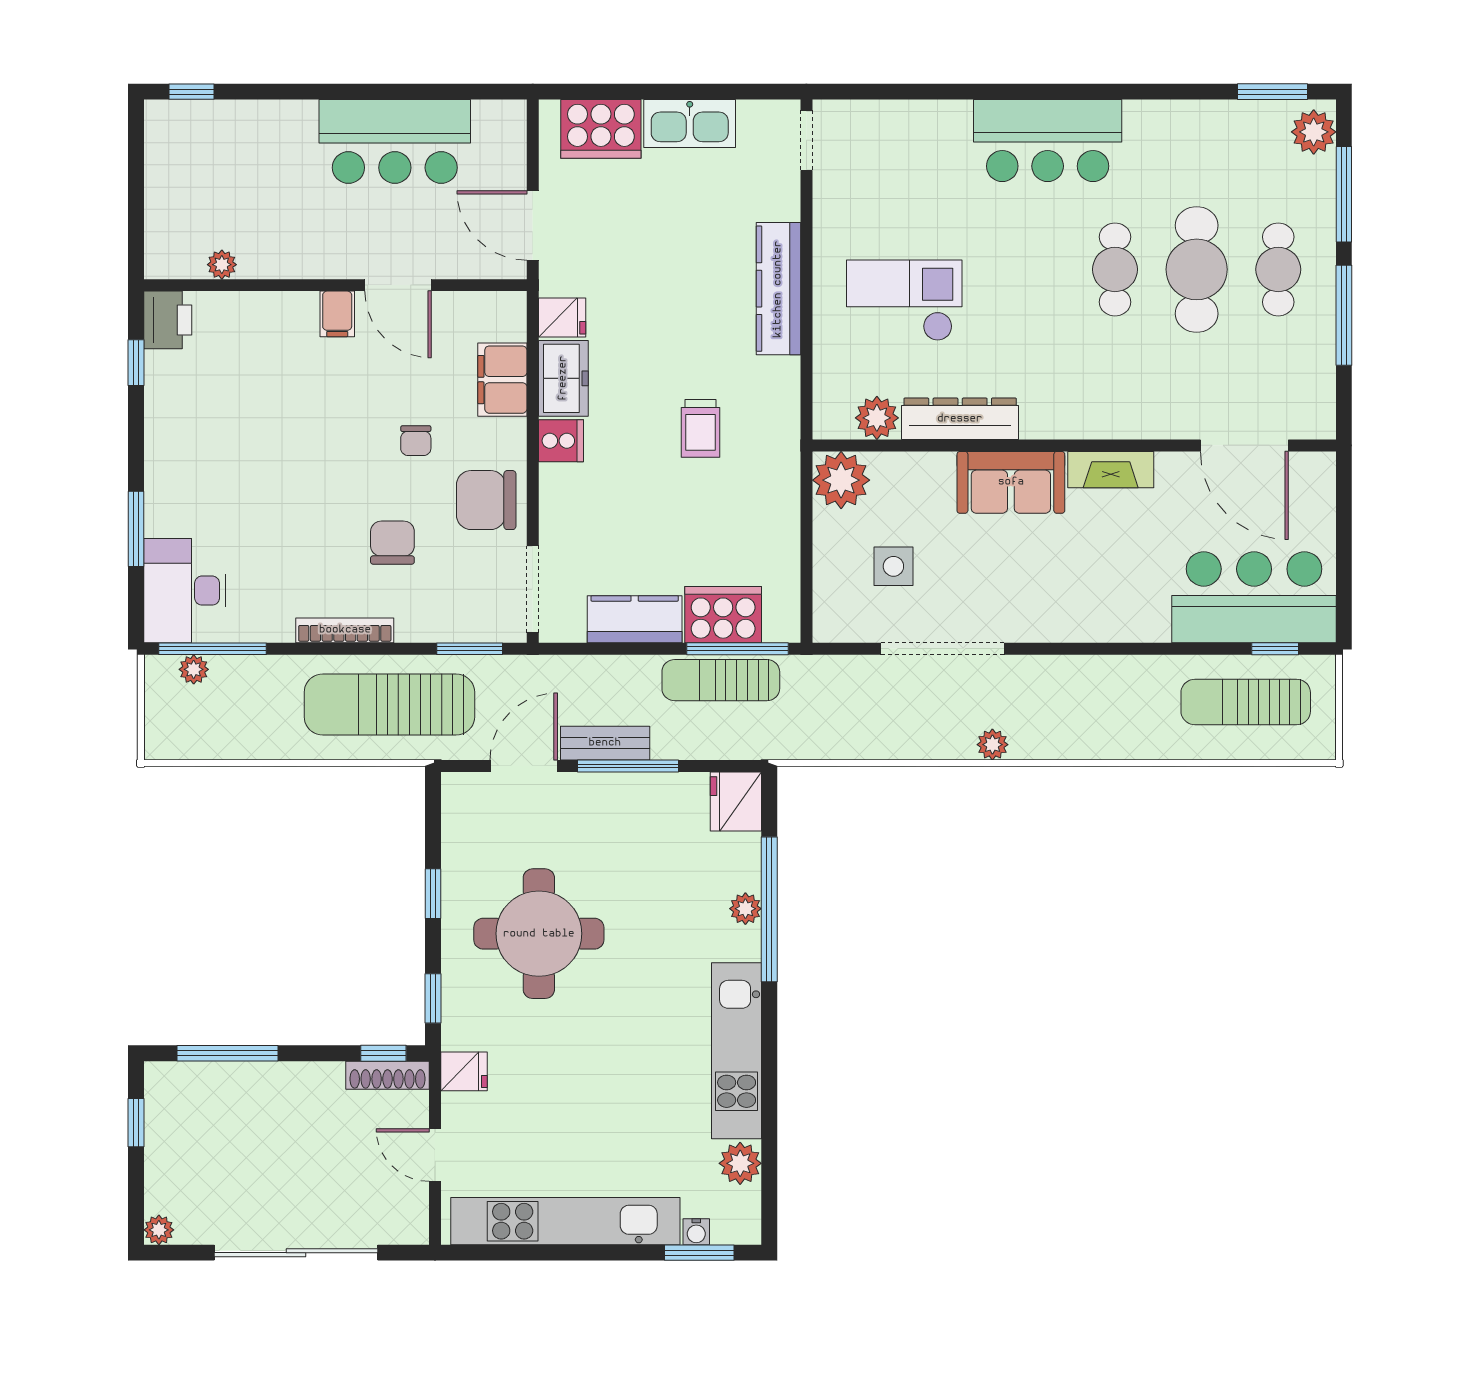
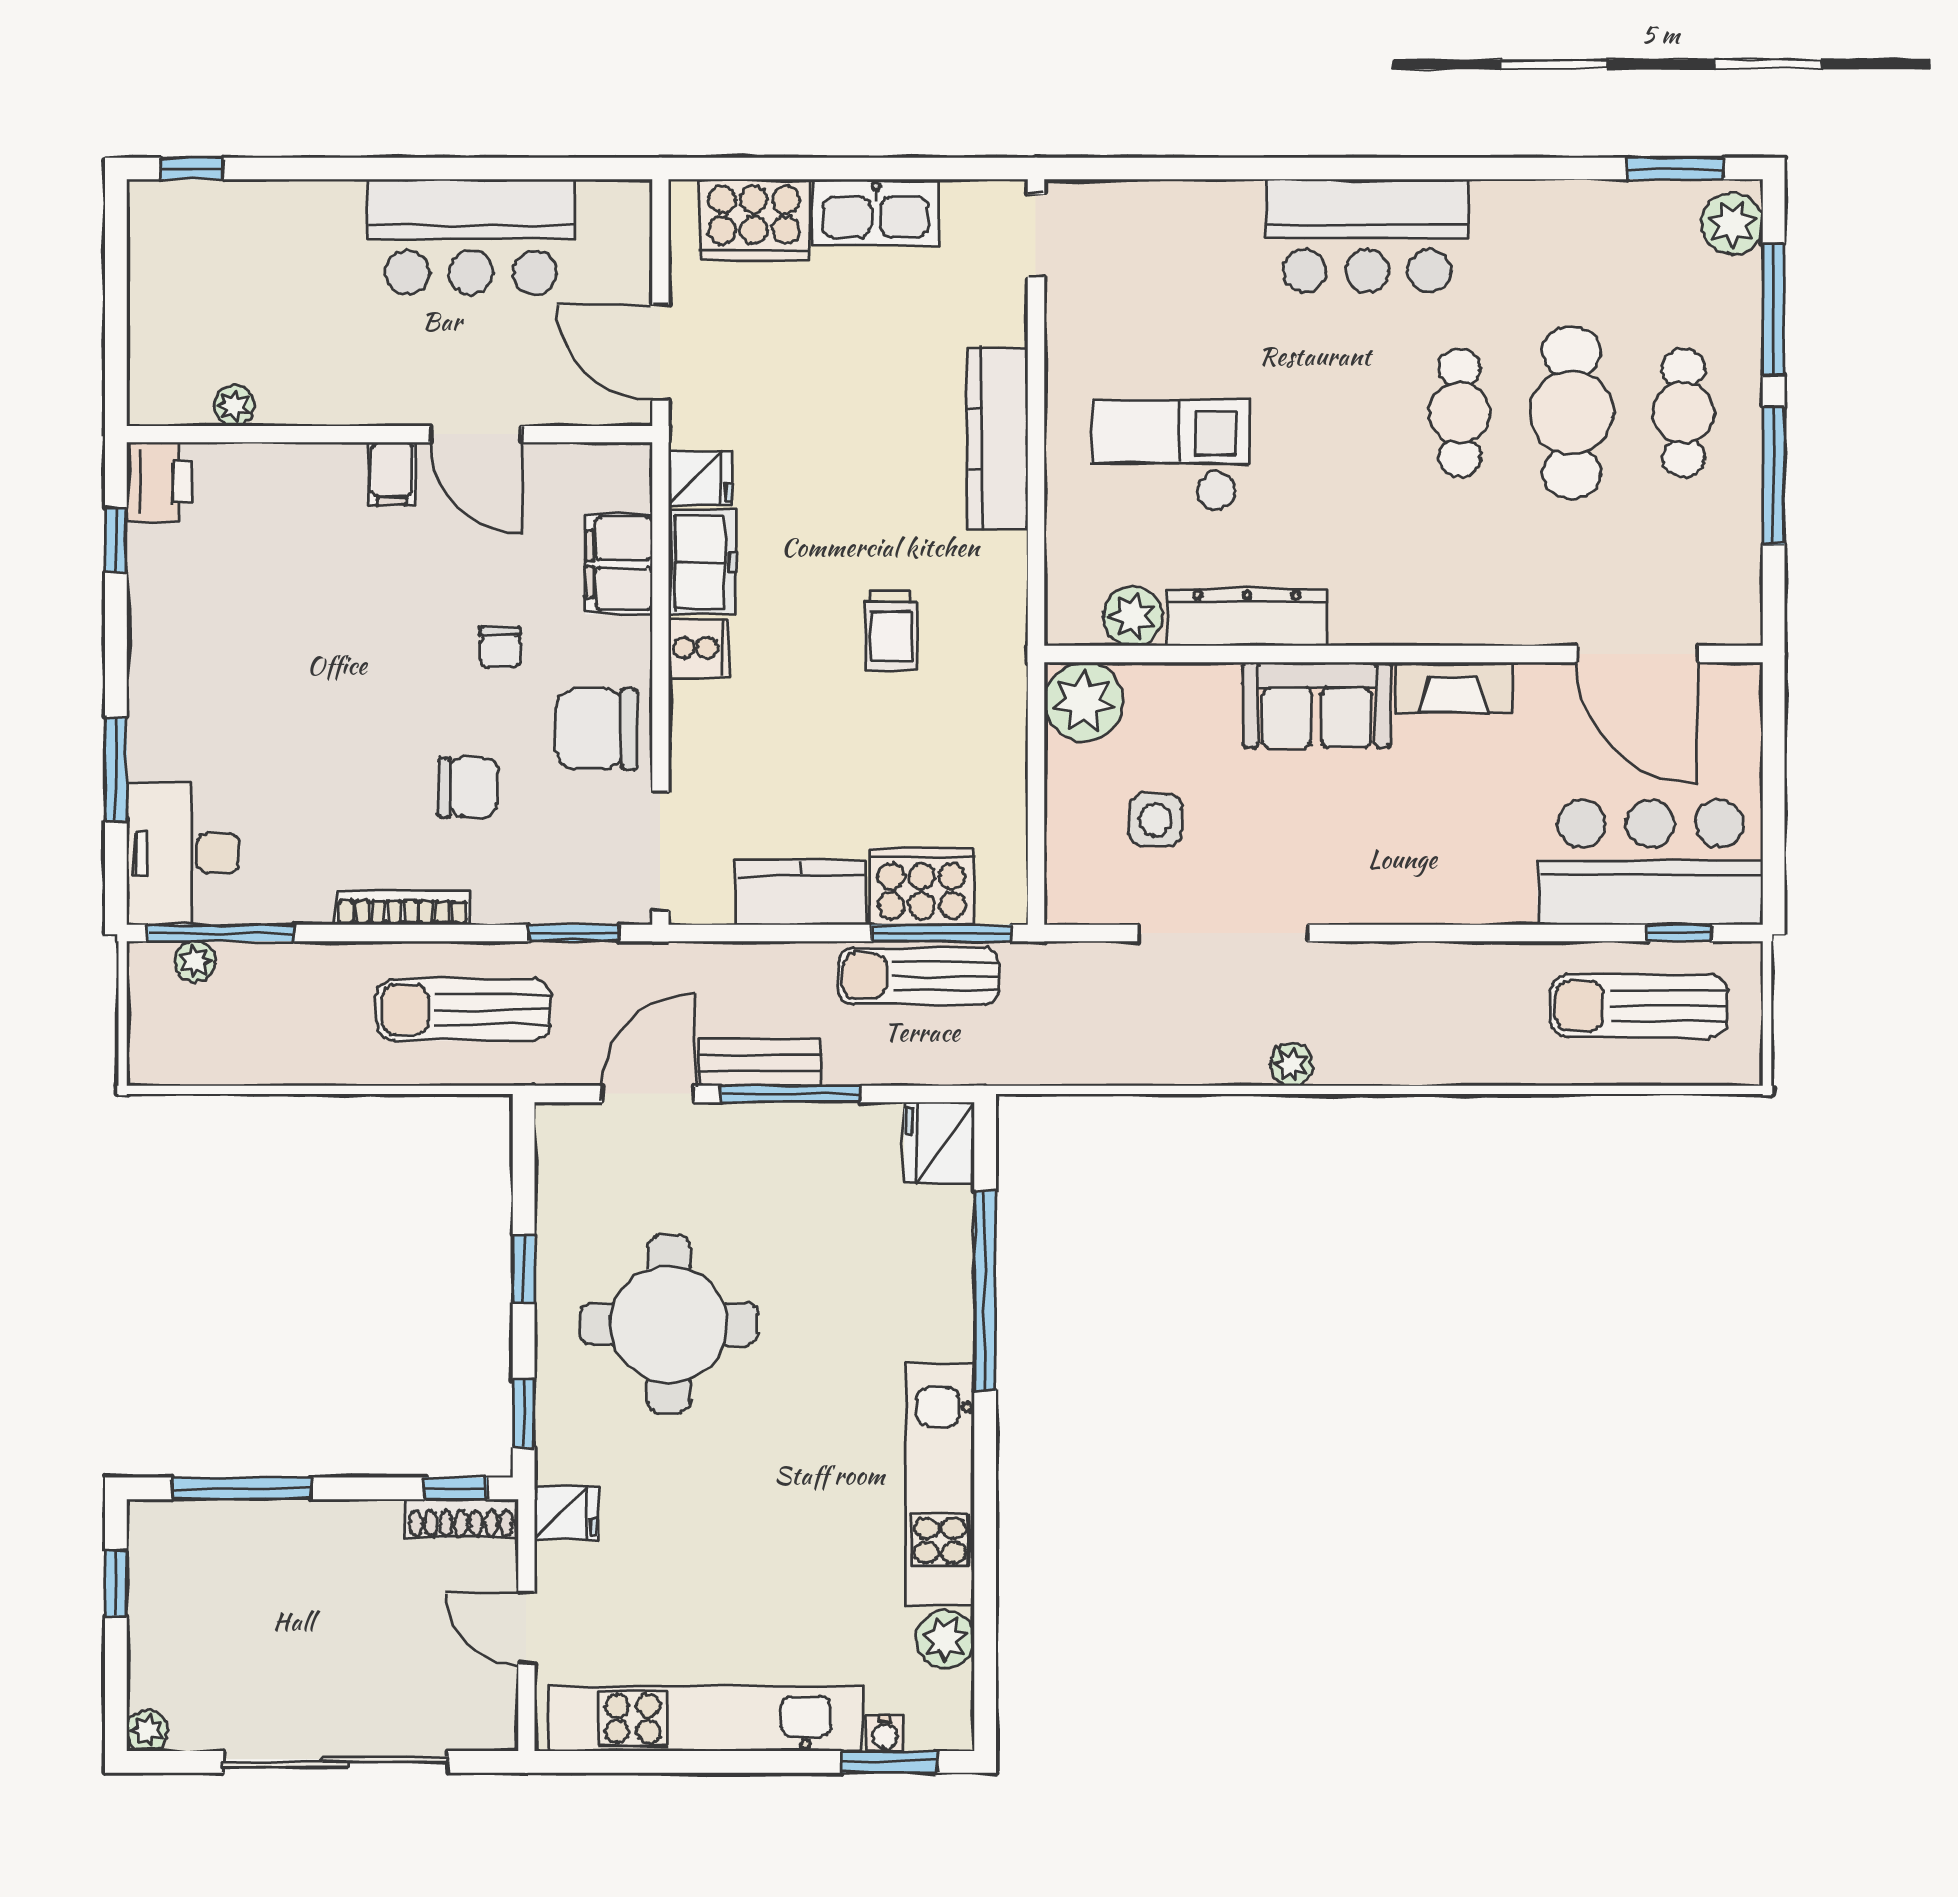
chair: (392, 543) -> (468, 787), turned 90
sun lounger: (389, 705) -> (464, 1010), width x0.73, depth x0.75
plant: (745, 909) -> (952, 1290), removed

